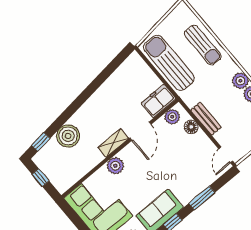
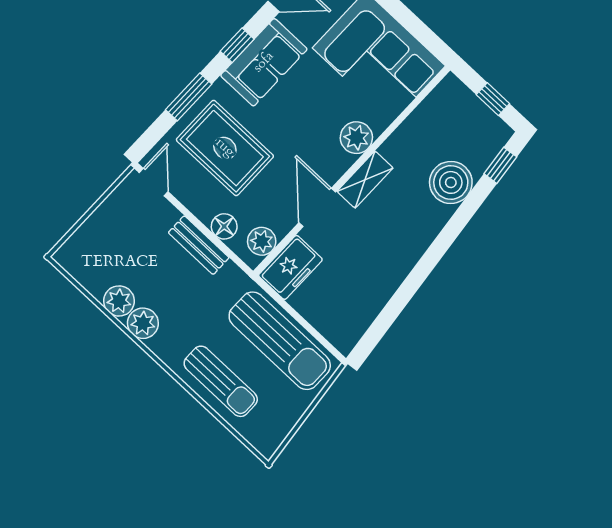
sun lounger: (203, 45) -> (221, 381), turned 180
rug: (186, 169) -> (225, 148), added

